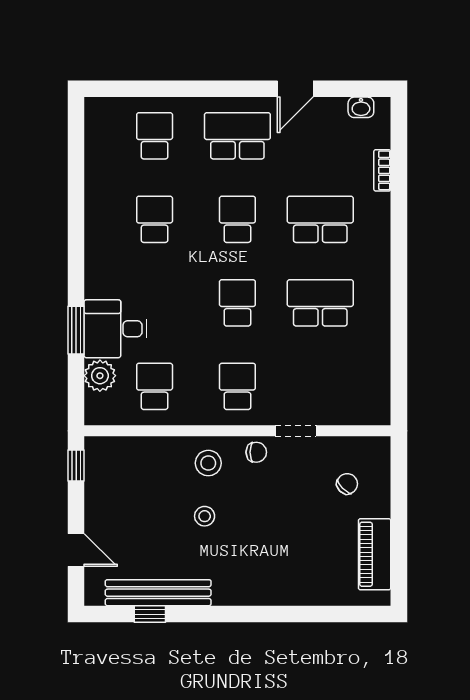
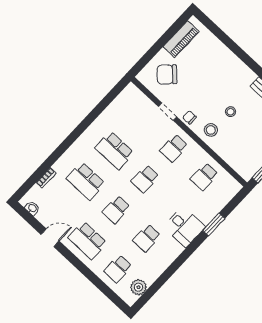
desk: (116, 329) -> (184, 227), moved
plant: (100, 376) -> (138, 287), moved
chair: (347, 484) -> (167, 75), width x1.87, depth x1.87

